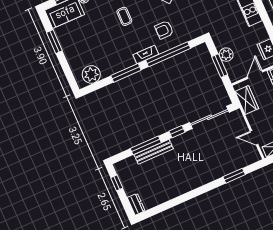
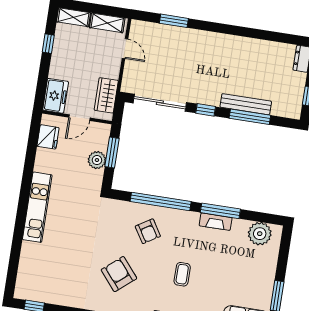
armchair: (164, 30) -> (148, 231), turned 58
fireplace: (146, 54) -> (216, 222), moved

